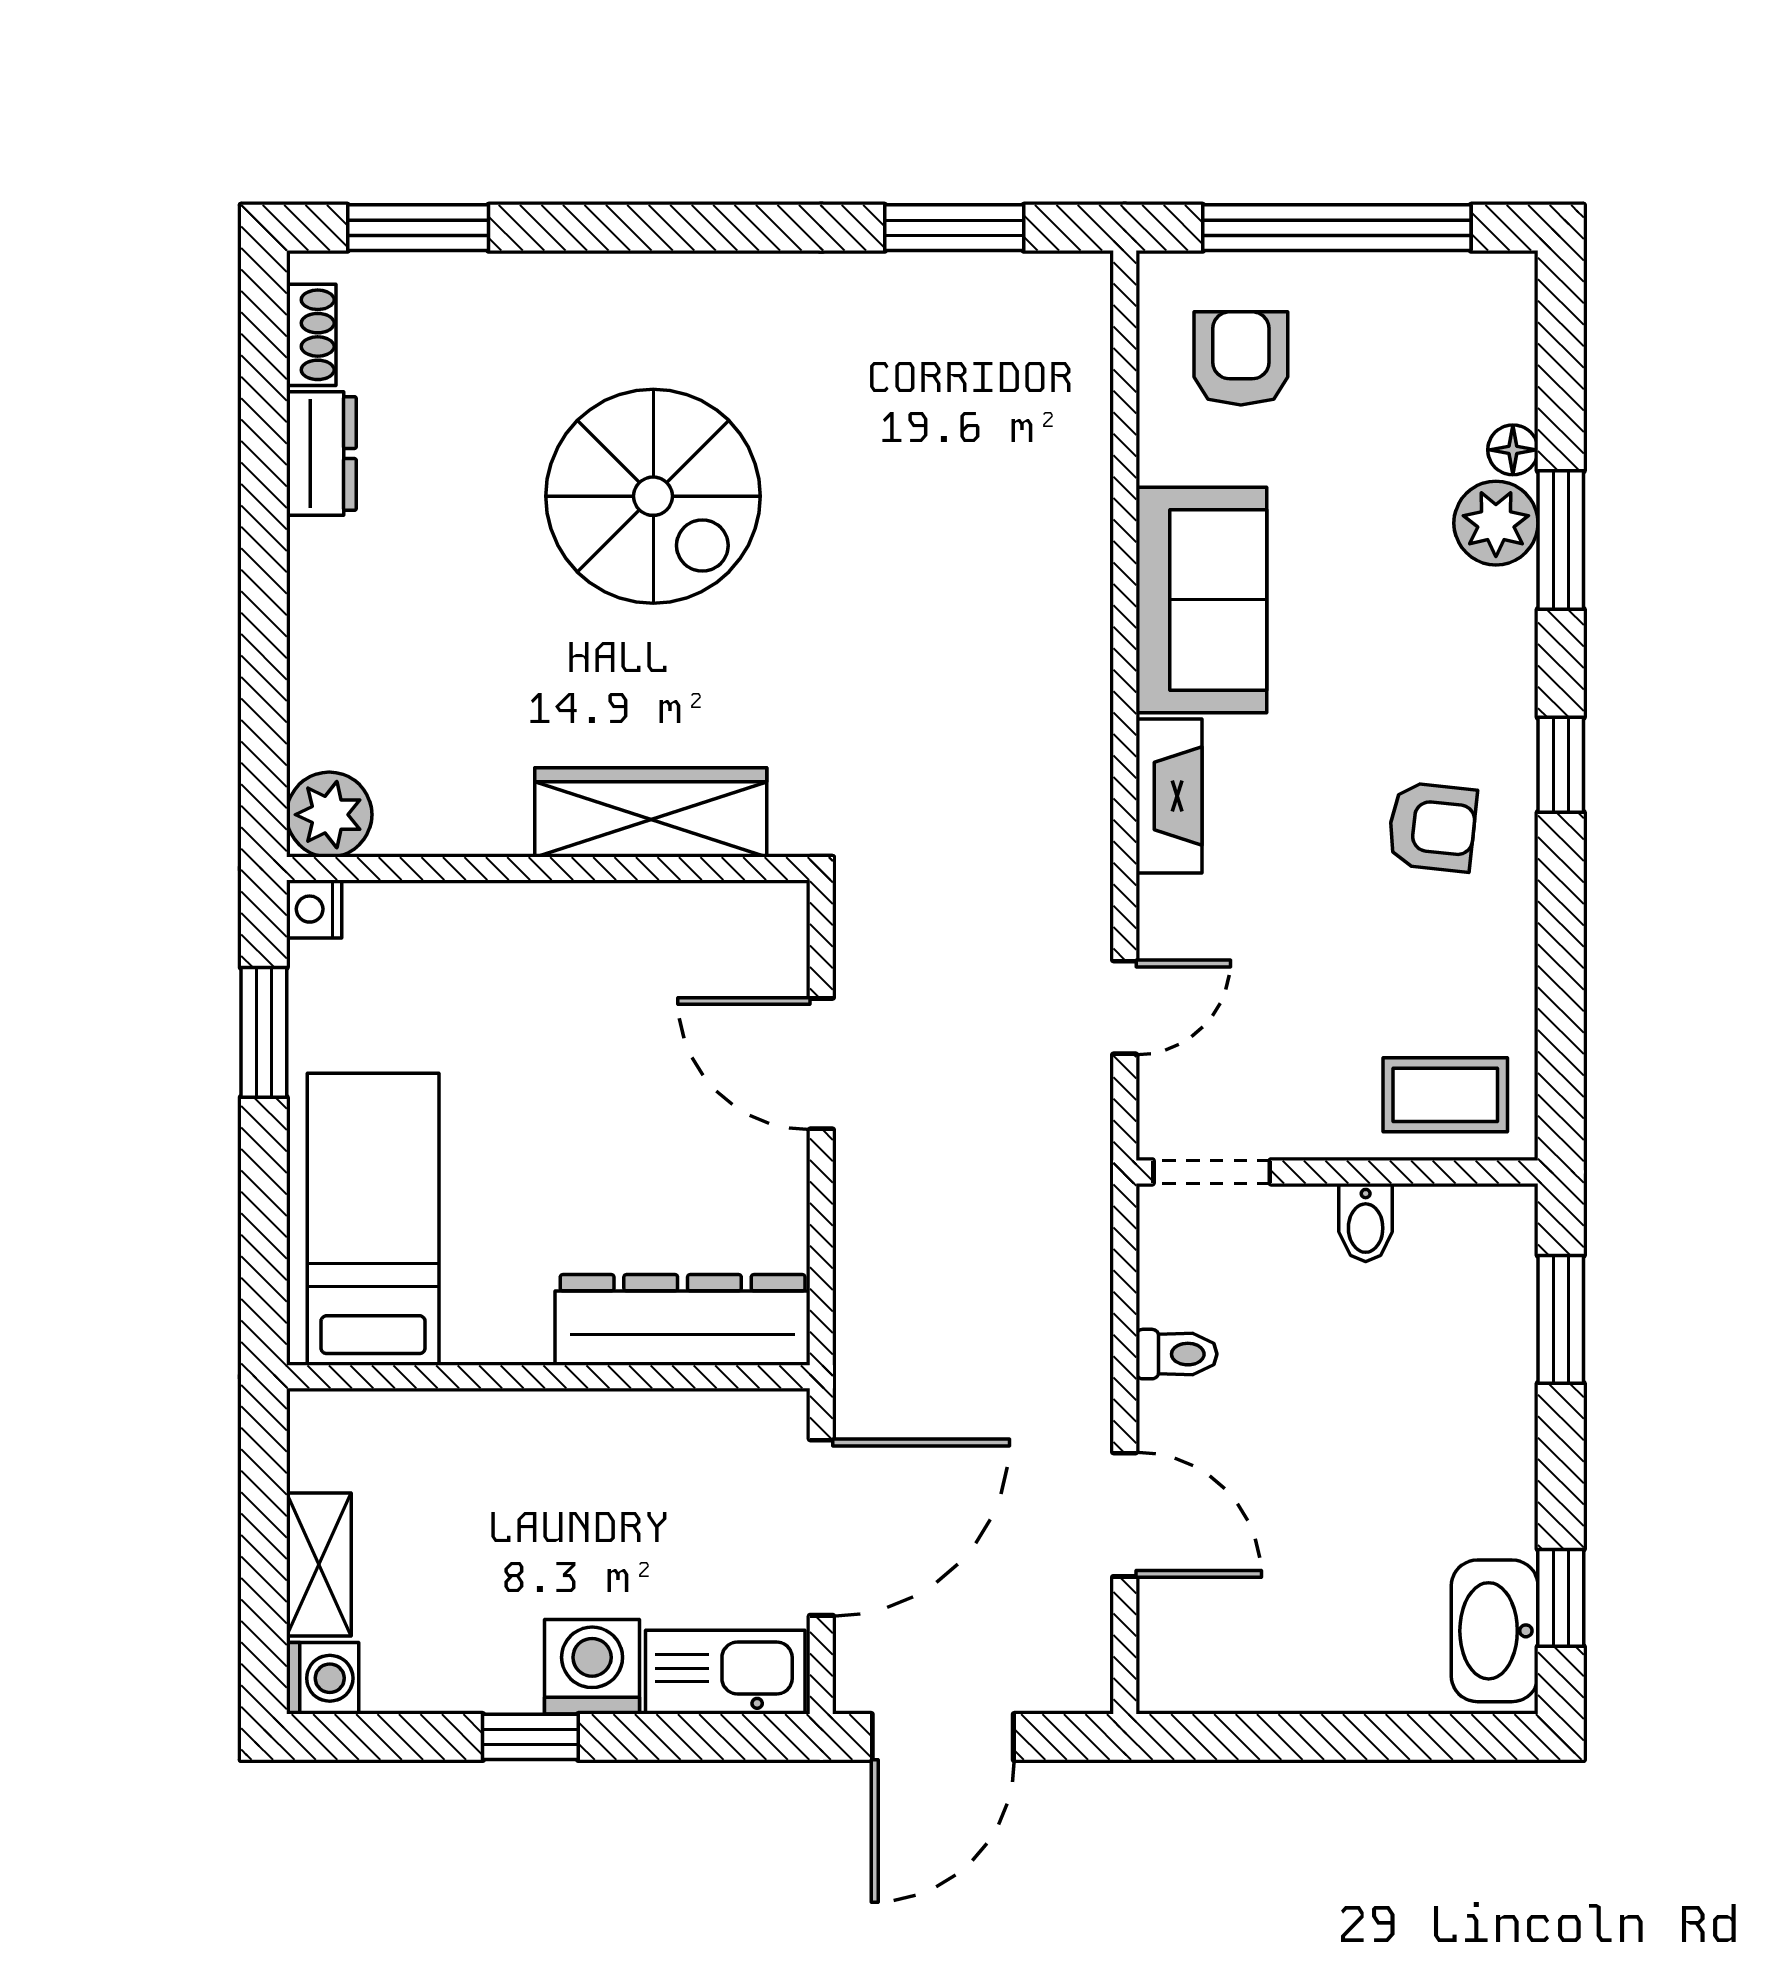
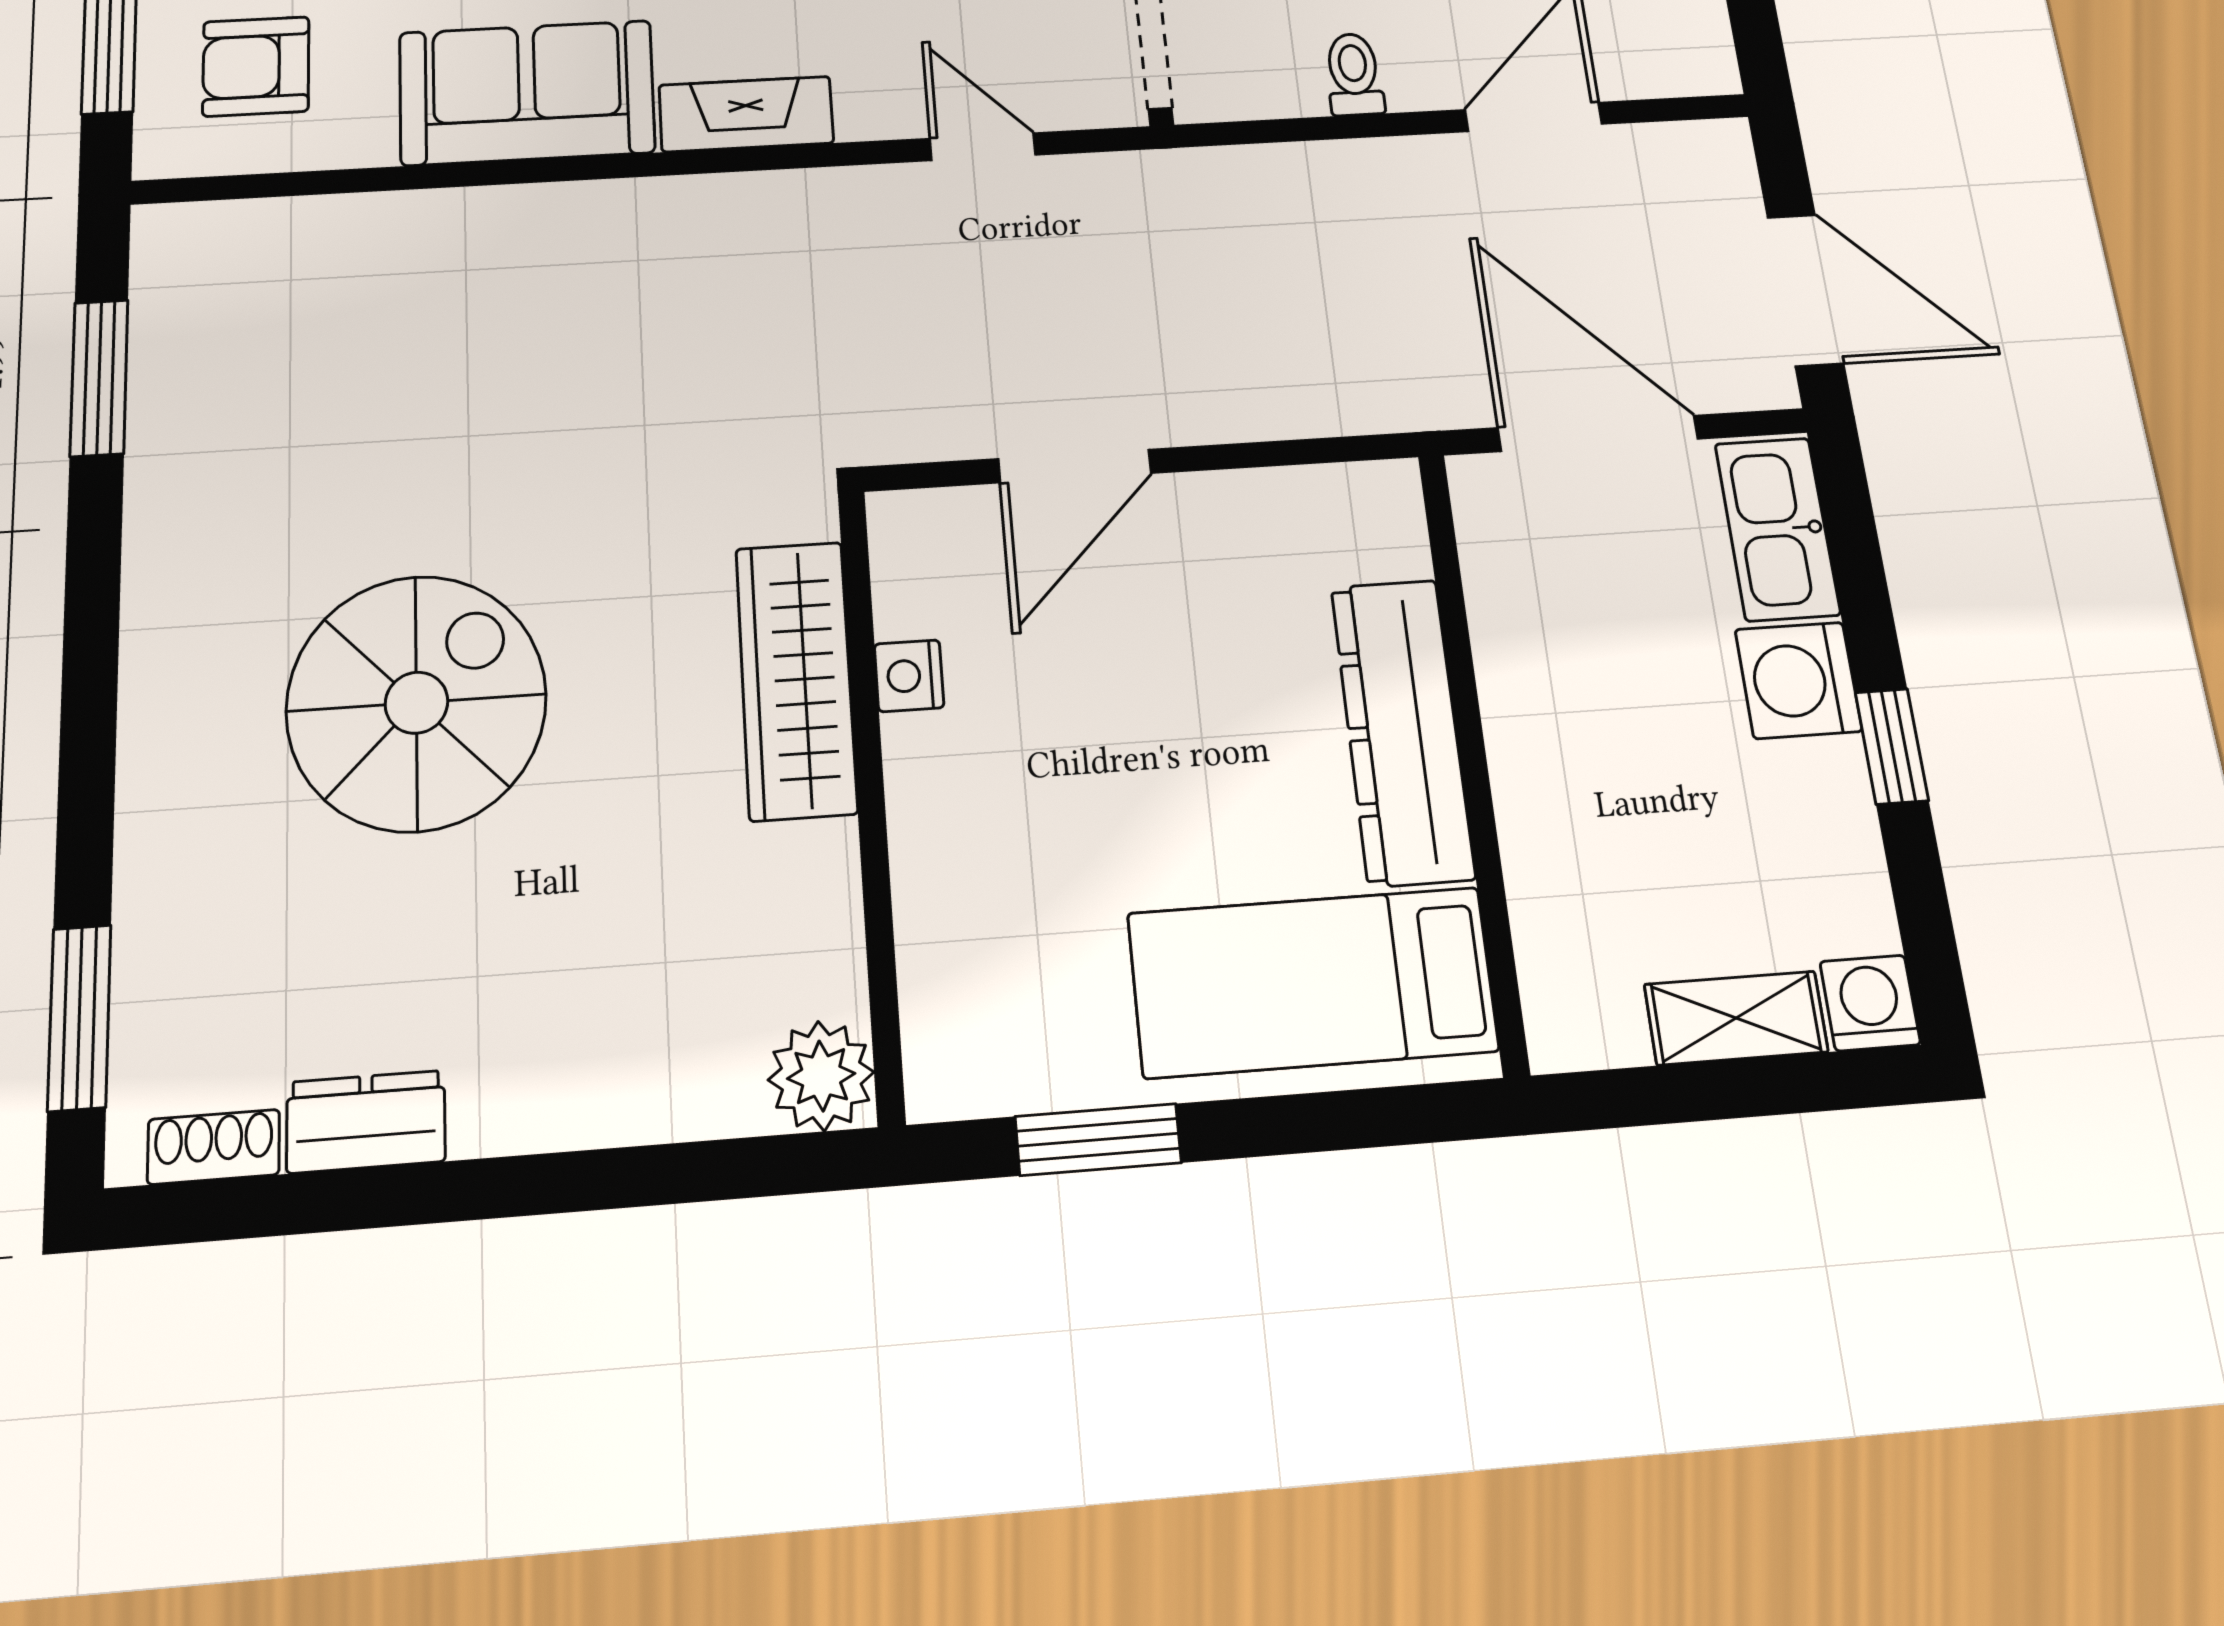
nightstand: (314, 909) -> (909, 676), moved, turned 90
dresser: (683, 1320) -> (1402, 731), moved

